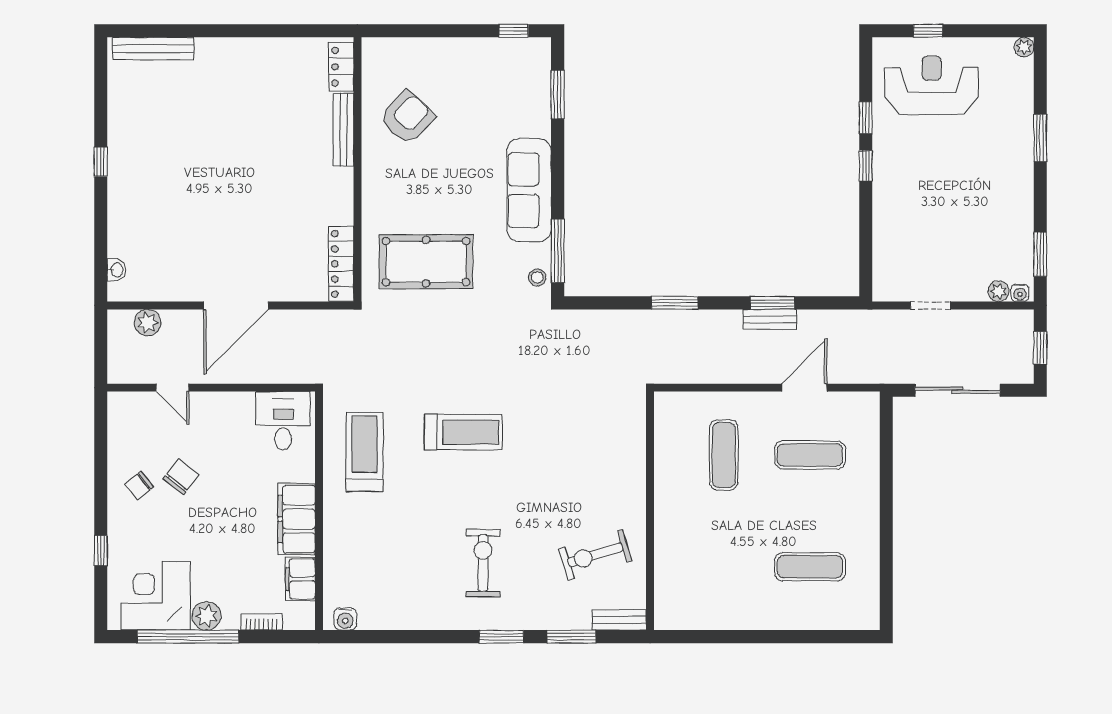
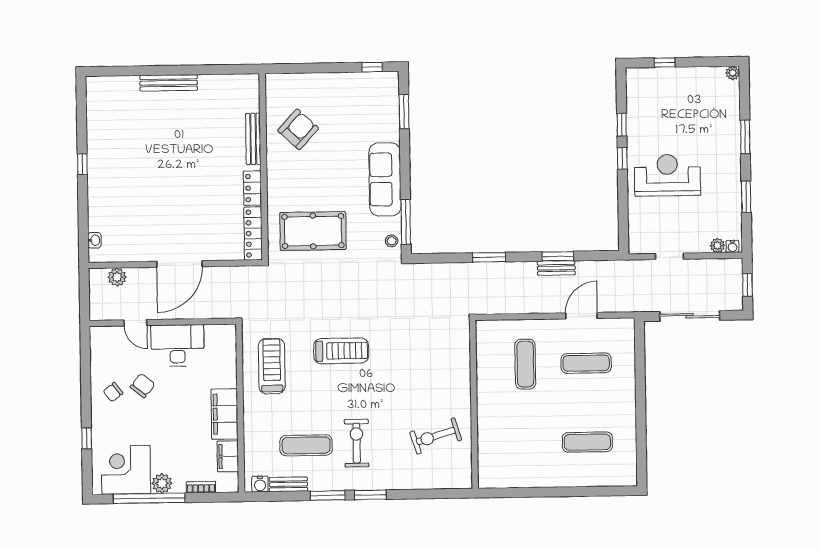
bench: (153, 49) -> (169, 83), moved
locker: (341, 67) -> (252, 188), moved
reception desk: (932, 85) -> (667, 175), moved
window: (1040, 254) -> (746, 197), moved
desk: (283, 421) -> (178, 345), moved, width x1.37
exercise mat: (411, 565) -> (306, 445), added
bench: (619, 620) -> (288, 484), moved
window: (572, 637) -> (328, 495), moved

